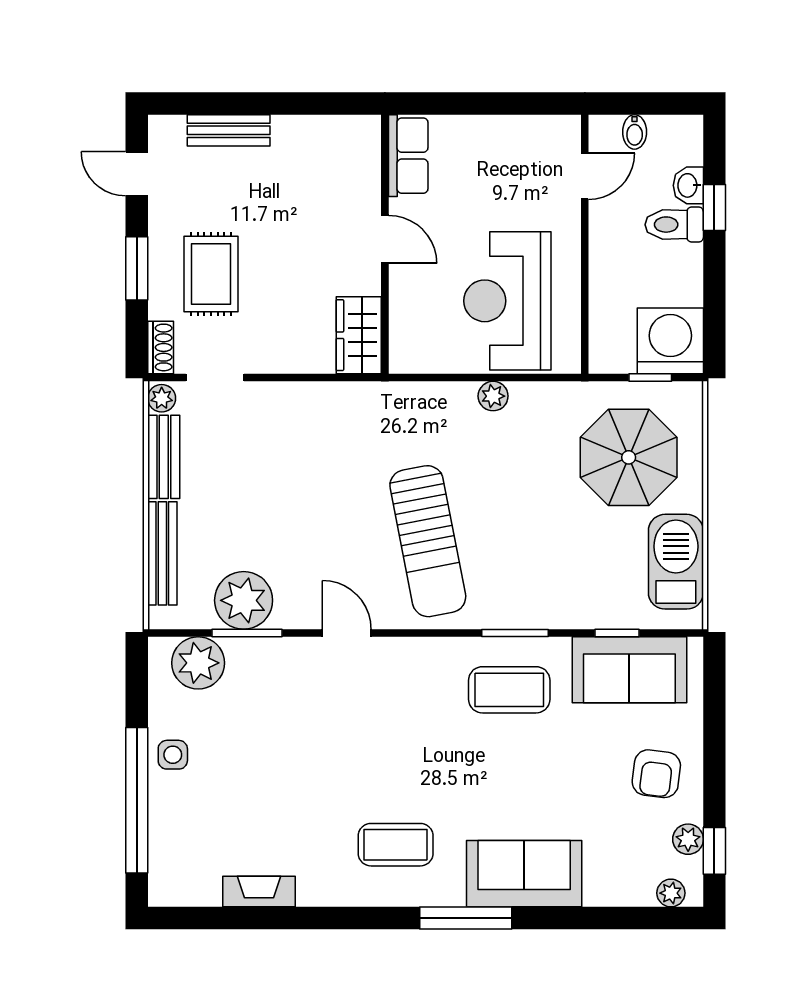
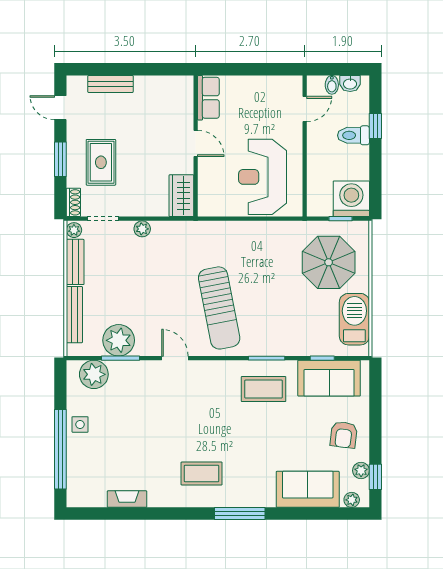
washbasin: (688, 185) -> (350, 84), moved, turned -90
plant: (493, 396) -> (142, 229), moved
sofa: (524, 874) -> (308, 489), moved

